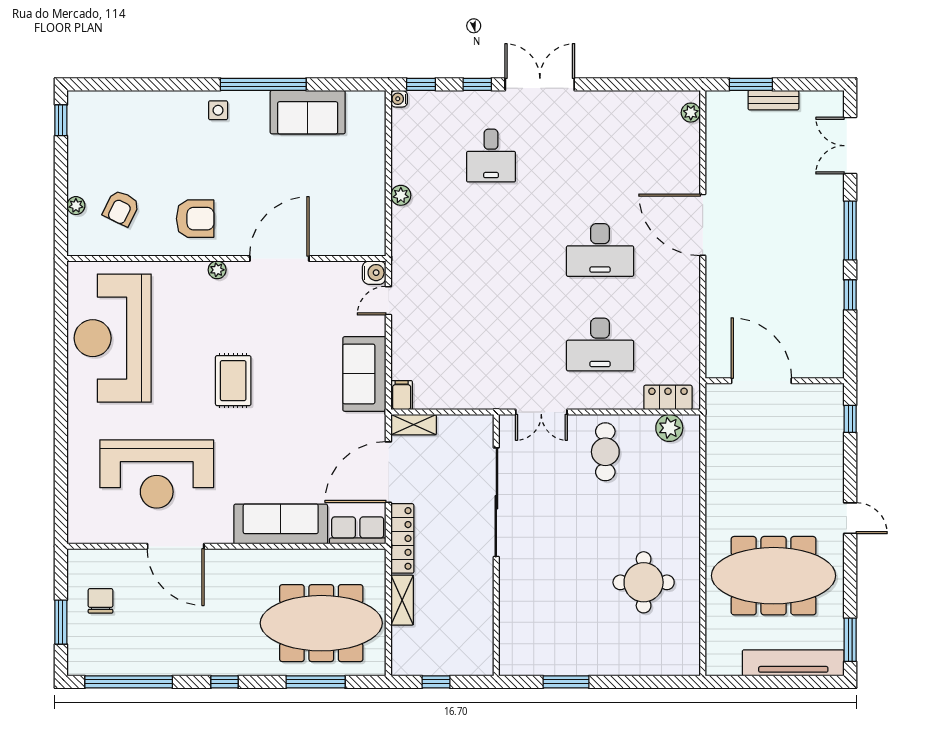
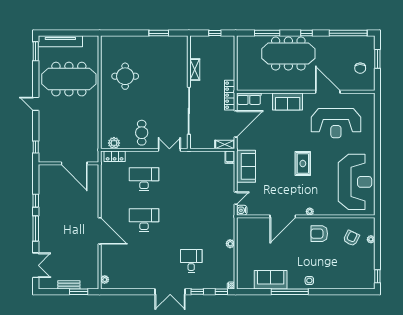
reception desk: (157, 474) -> (336, 123), turned 180
sofa: (281, 524) -> (288, 101), width x0.73
shelving: (402, 600) -> (195, 70), moved
meeting table: (321, 623) -> (288, 54), moved

